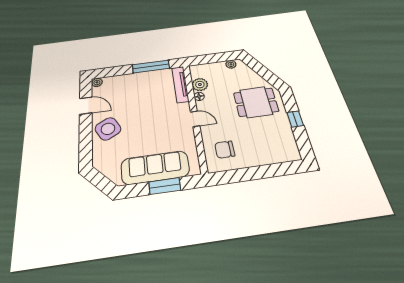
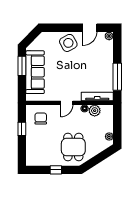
window: (247, 174) -> (22, 129), added
window: (165, 186) -> (22, 66), moved

